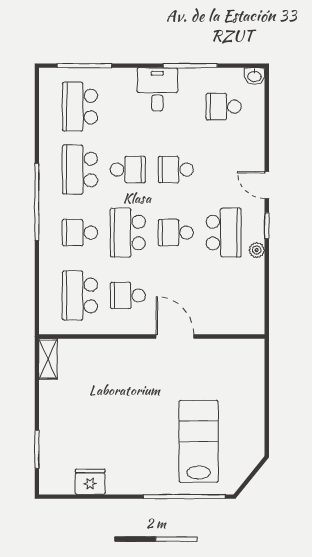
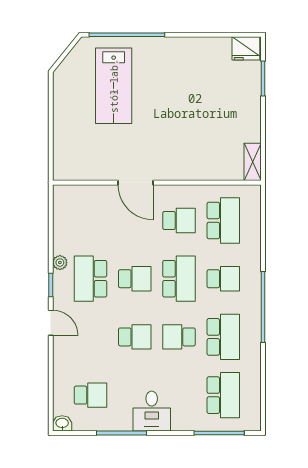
fridge: (90, 482) -> (246, 48), moved

